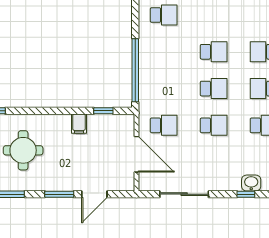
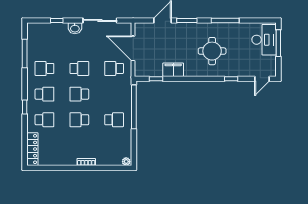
school desk: (164, 15) -> (114, 120), moved, turned 180
filing cabinet: (79, 124) -> (173, 70), width x2.00
school desk: (214, 125) -> (79, 68), turned 180
washbasin: (251, 183) -> (75, 28), moved

